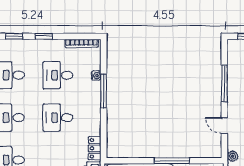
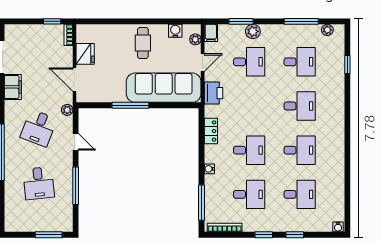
water cooler: (96, 76) -> (209, 169), moved
window: (104, 91) -> (201, 203), moved
locker: (95, 148) -> (211, 131), moved

